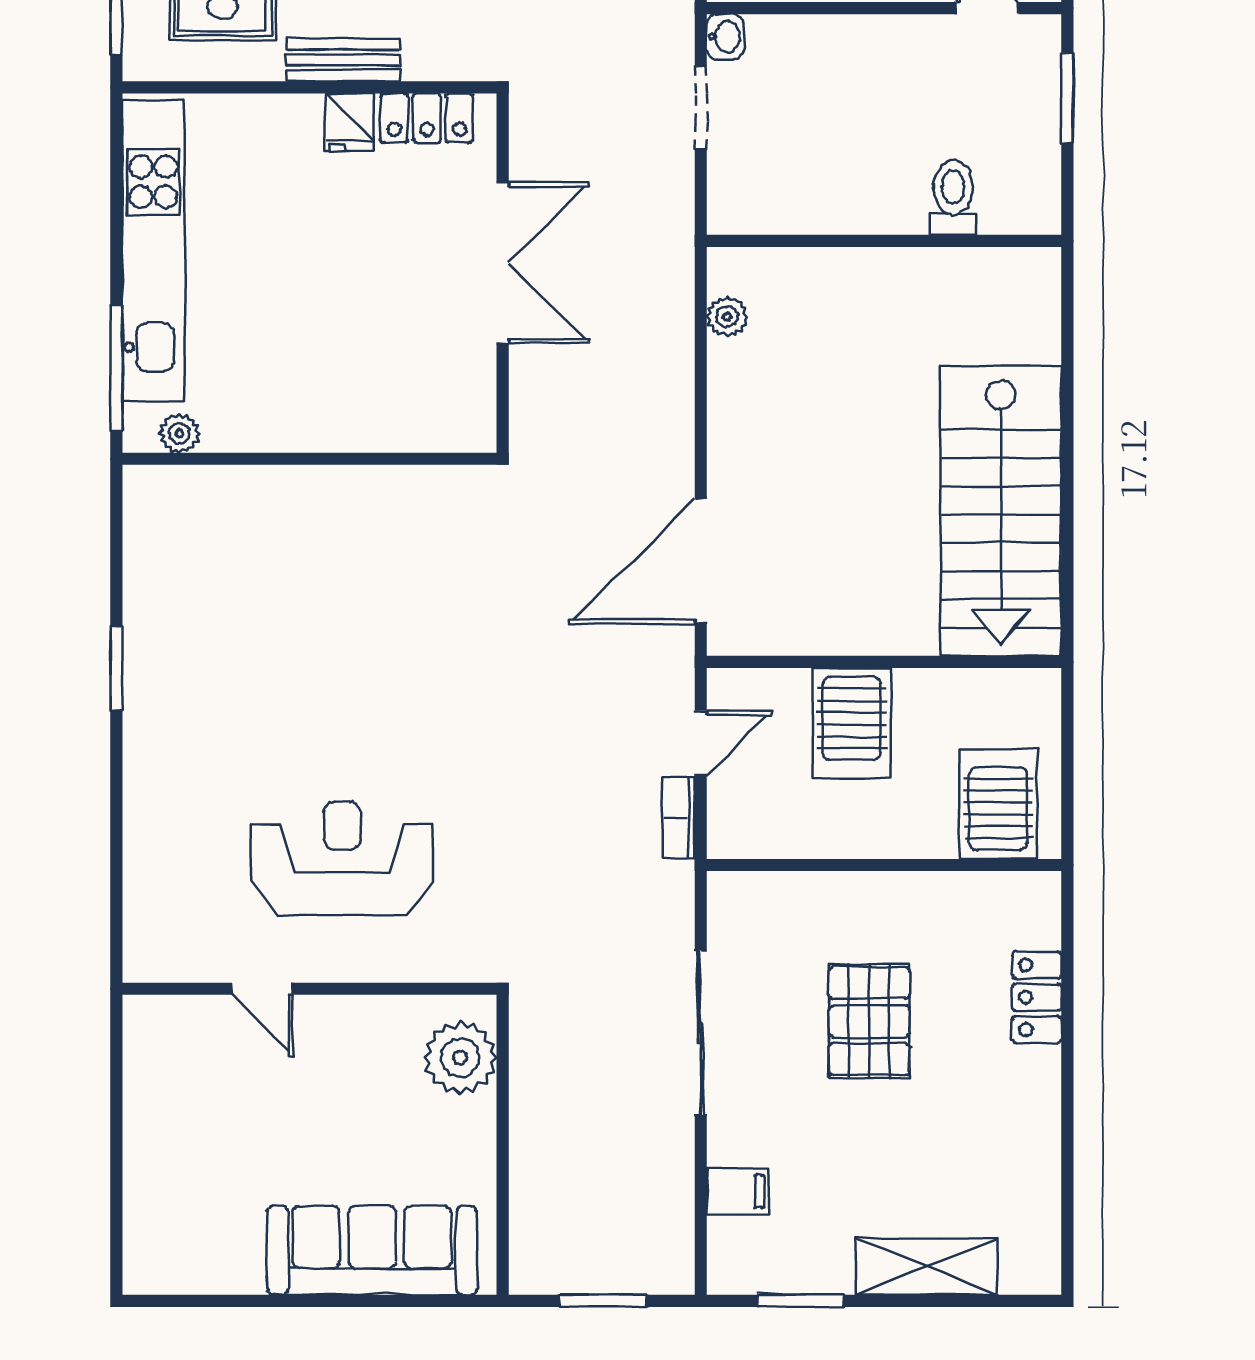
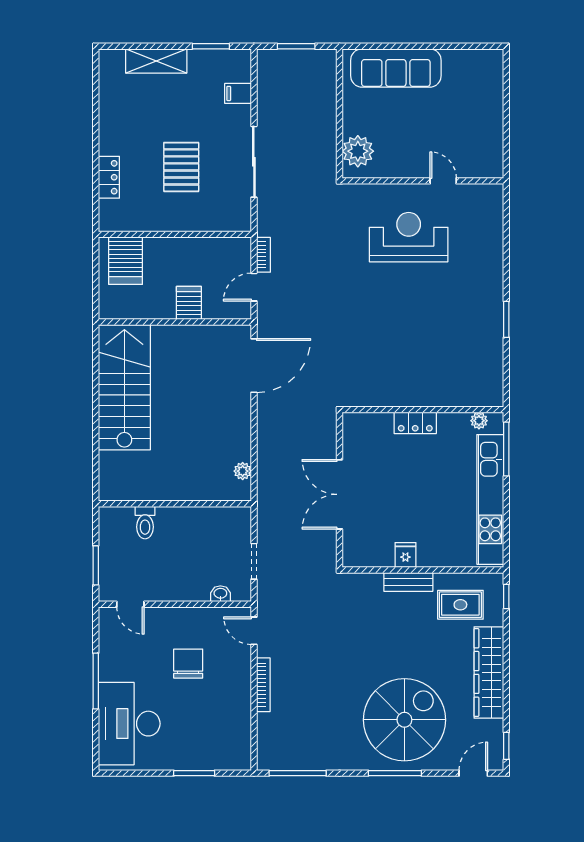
washbasin: (725, 37) -> (220, 594), moved, turned 90
locker: (427, 118) -> (415, 423), moved, turned 180
server rack: (852, 723) -> (189, 303), width x0.73, depth x0.70
reception desk: (342, 859) -> (409, 237), turned 180

